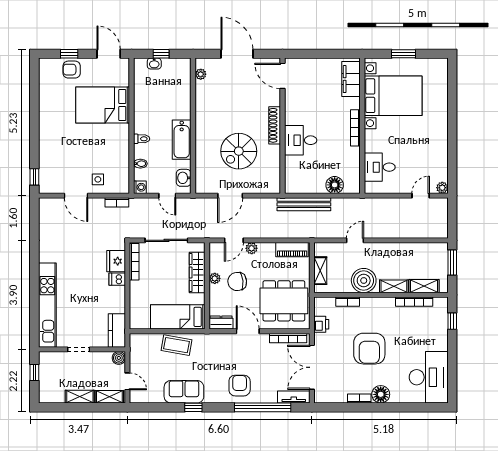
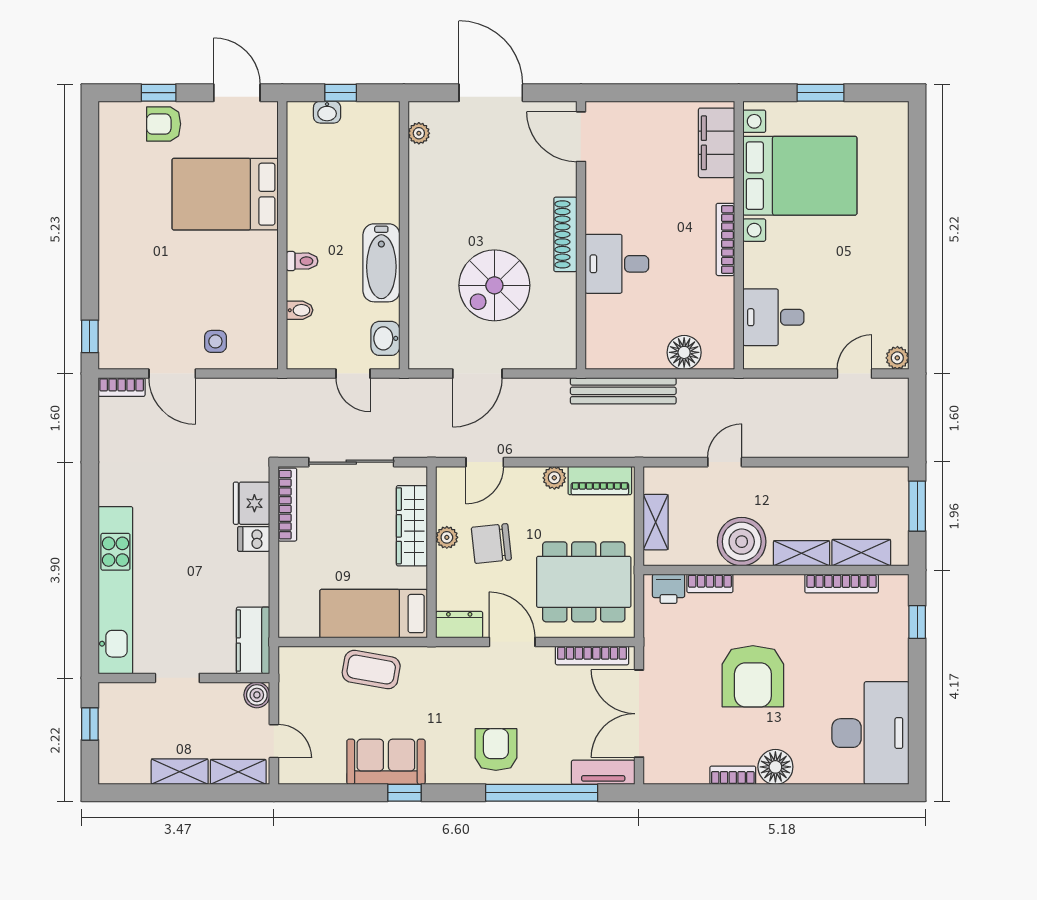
washing machine: (140, 187) -> (299, 357), removed
bookcase: (117, 202) -> (122, 387), moved
plant: (252, 248) -> (554, 478), moved
printer: (321, 324) -> (669, 589), moved, turned 90

